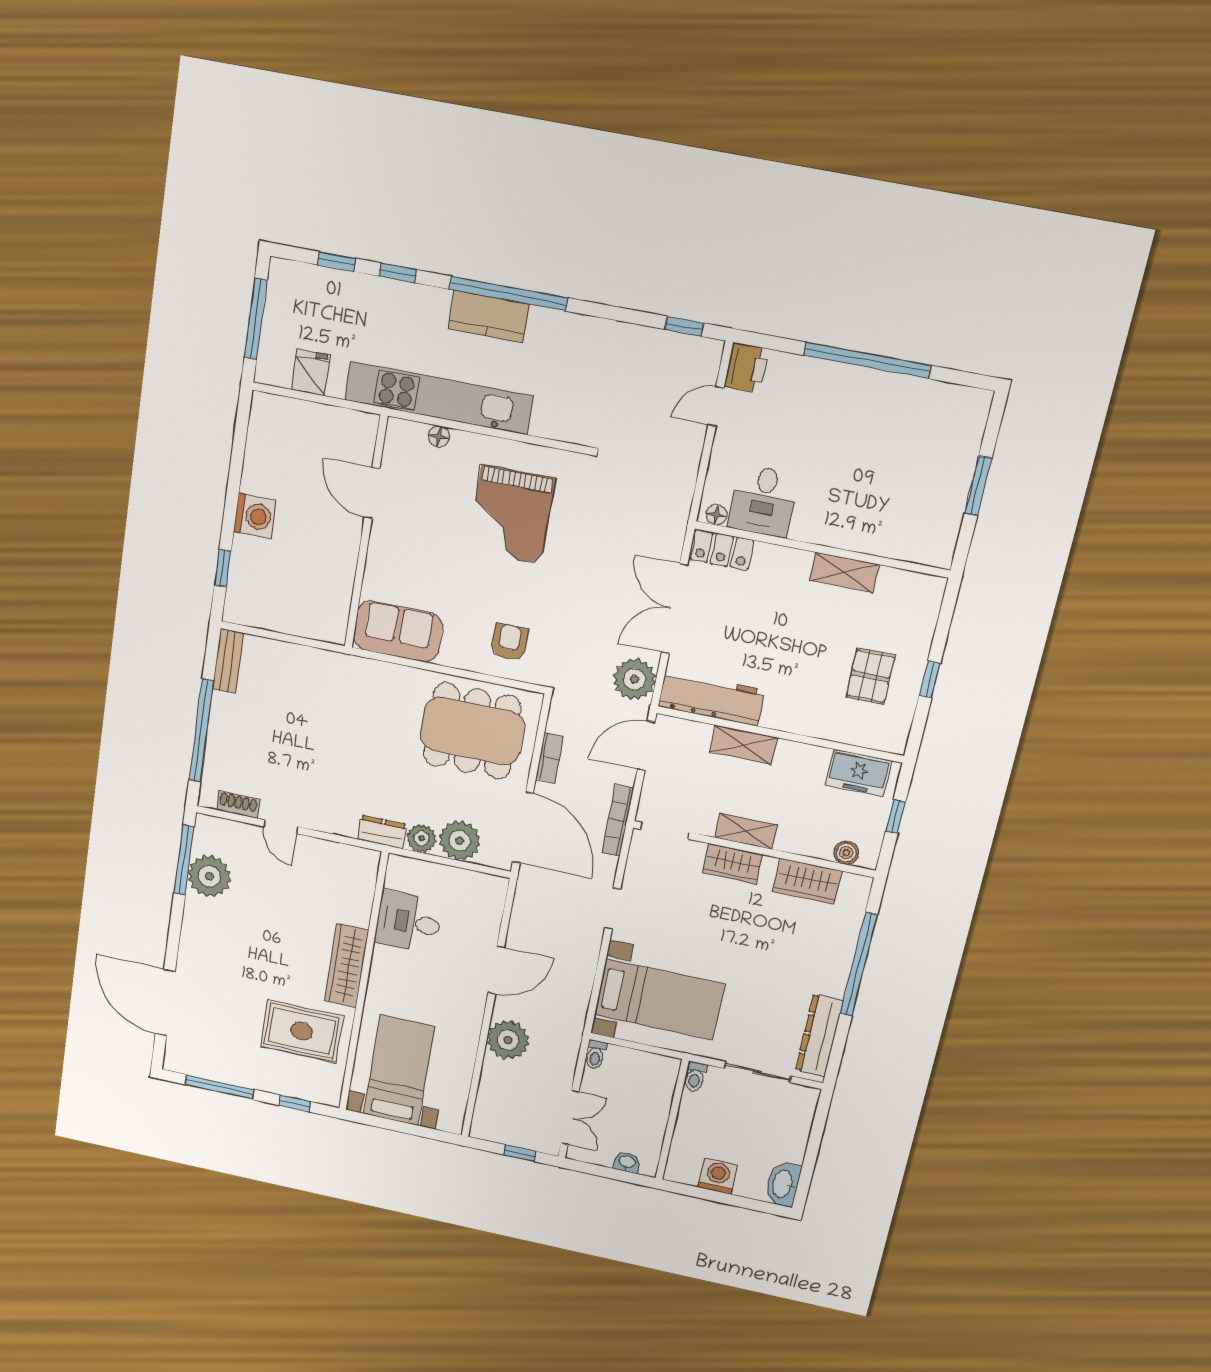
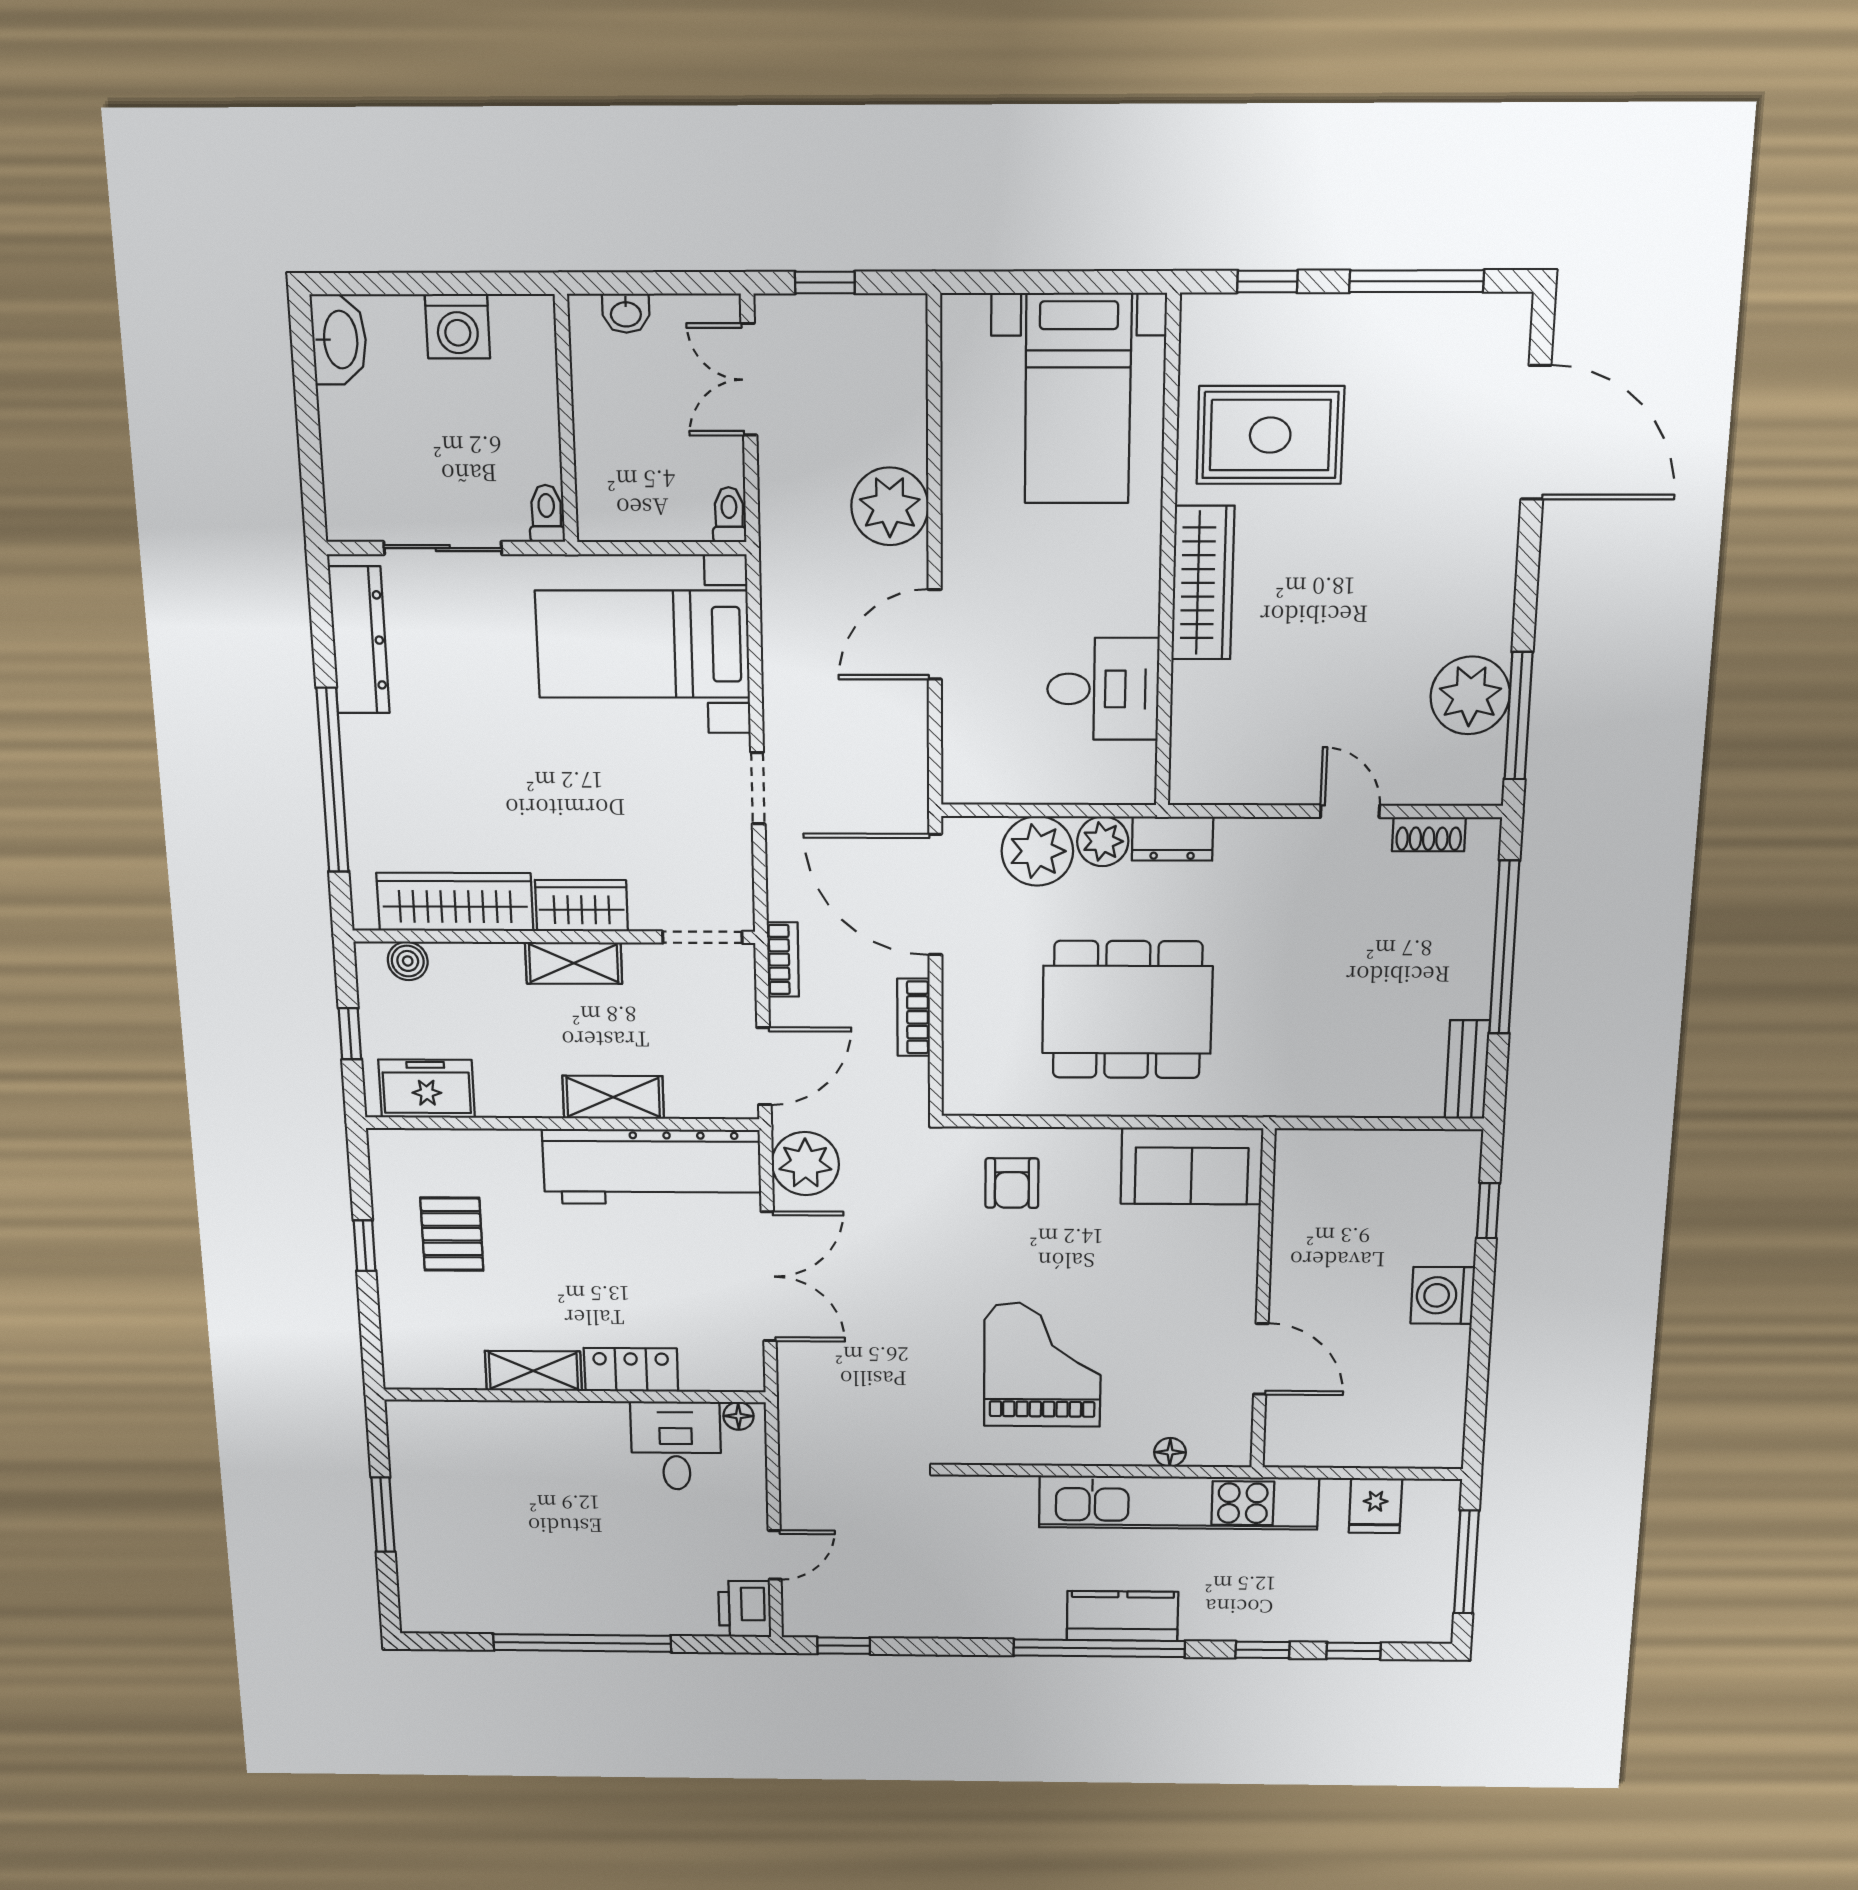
locker: (722, 550) -> (631, 1370), moved
workbench: (711, 698) -> (652, 1167), width x1.36, depth x1.32
dining table: (472, 731) -> (1127, 1010), moved
bookcase: (618, 820) -> (783, 960), width x0.64
wardrobe: (807, 881) -> (455, 902), width x1.50

